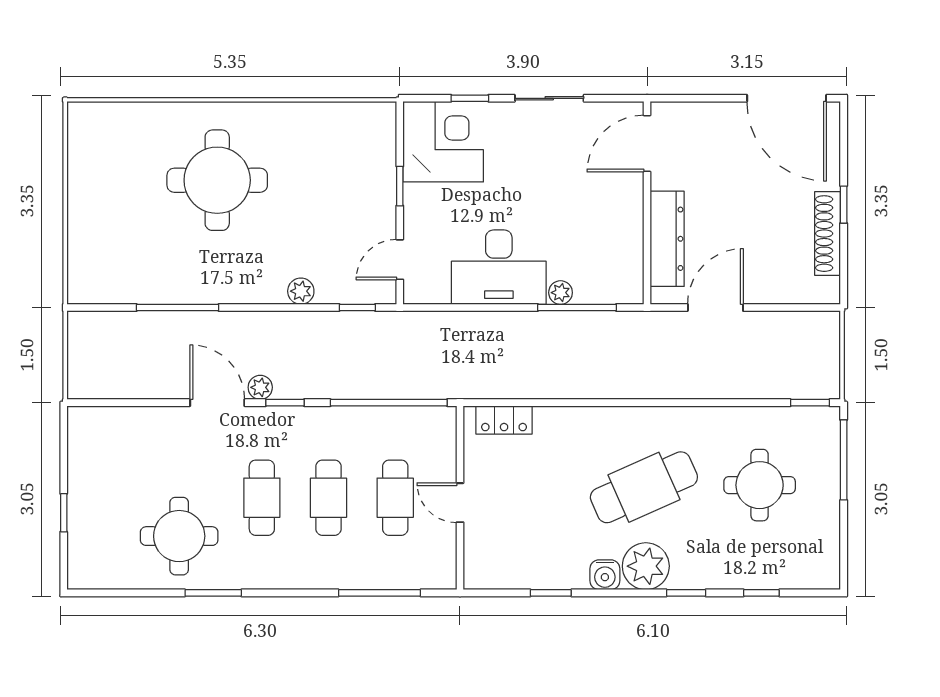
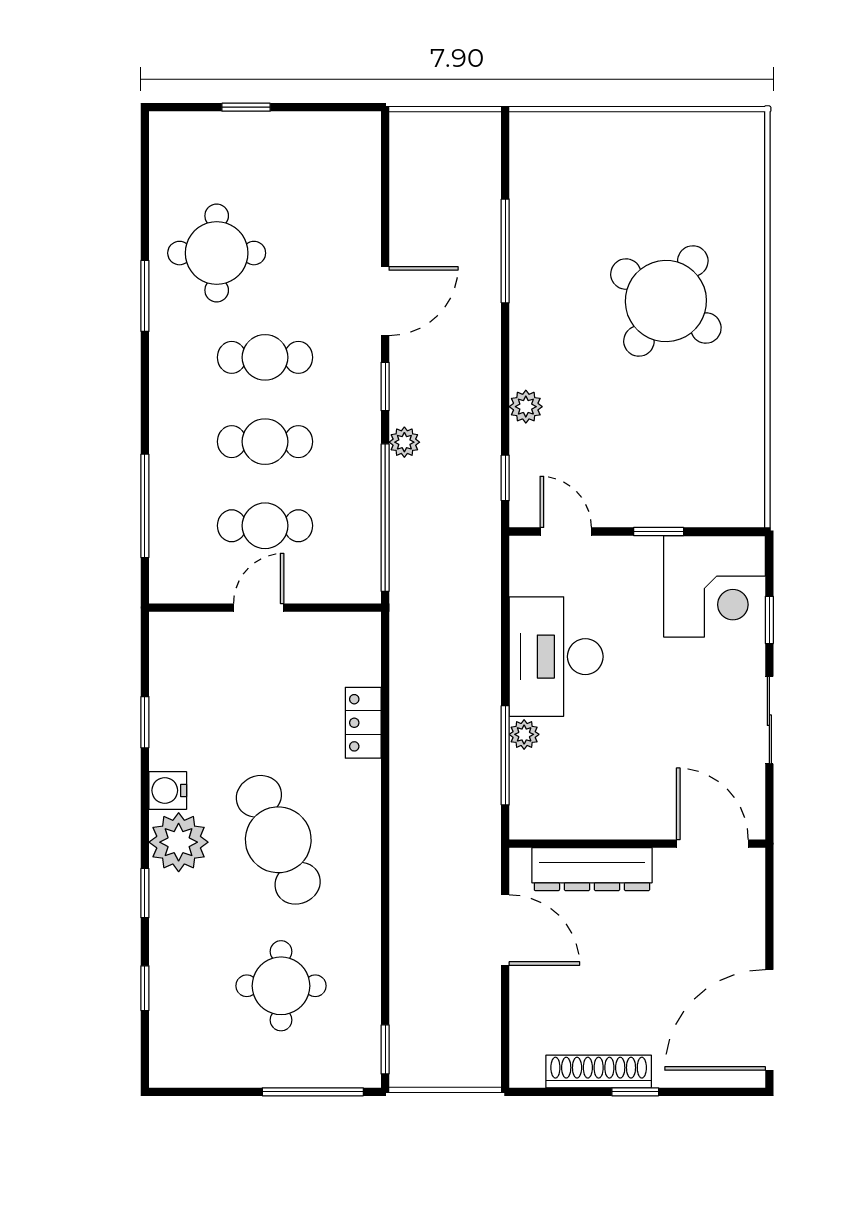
round table: (217, 180) -> (666, 301), turned 34
plant: (260, 387) -> (404, 442), moved
locker: (504, 420) -> (363, 723), moved

